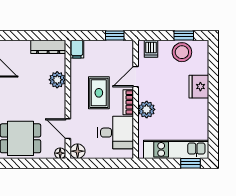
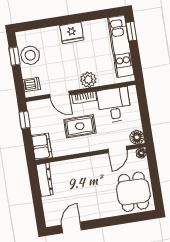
filing cabinet: (77, 49) -> (42, 147), width x2.00
plant: (57, 80) -> (74, 166), removed
fridge: (199, 87) -> (72, 33), moved

